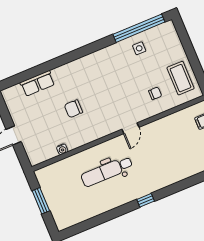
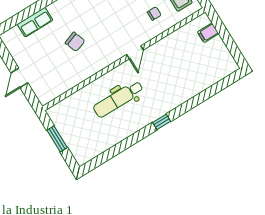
chair: (73, 109) -> (75, 42), turned -110
water cooler: (62, 149) -> (70, 84), removed

